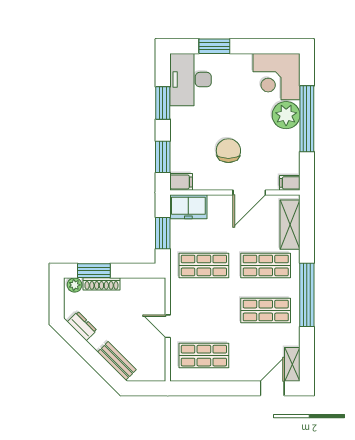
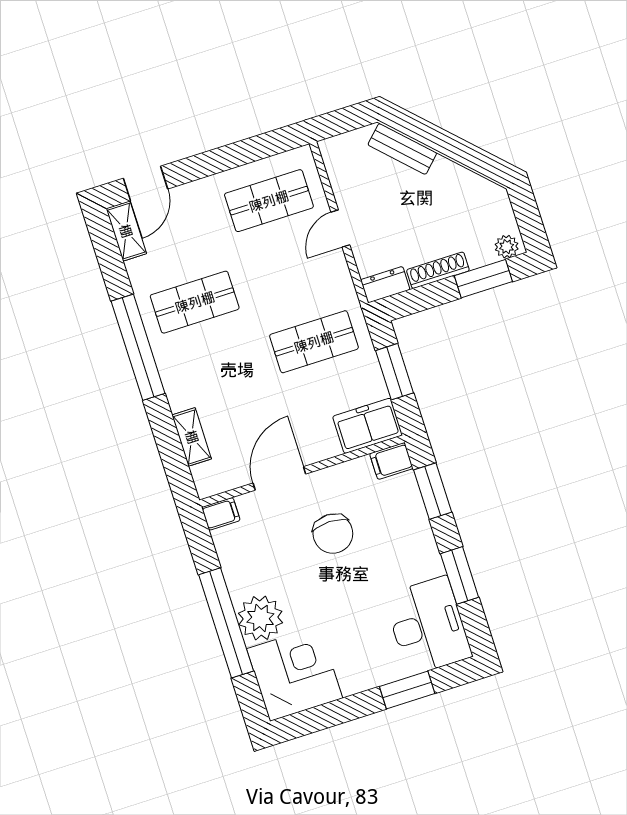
shelving: (290, 225) -> (192, 437), width x0.67, depth x0.75
shop shelf: (266, 265) -> (217, 373), removed
shoe rack: (101, 284) -> (438, 270), moved
dresser: (82, 326) -> (385, 285), moved, turned 135
door: (168, 326) -> (340, 228), swing flipped

